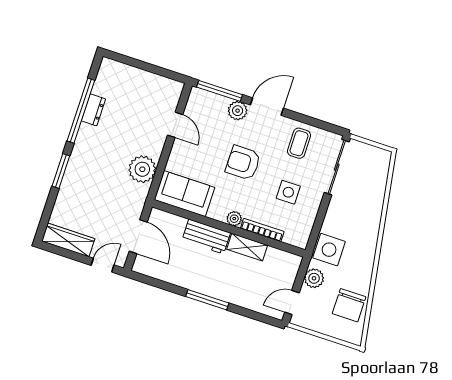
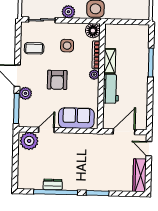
sliding door: (337, 167) -> (42, 20), width x0.73
plant: (142, 169) -> (29, 141), moved
sofa: (184, 194) -> (76, 118), moved, turned 90
floor lamp: (299, 236) -> (93, 31), added
plant: (314, 278) -> (68, 12), moved
window: (207, 300) -> (151, 62), moved
door: (292, 302) -> (136, 22), removed

